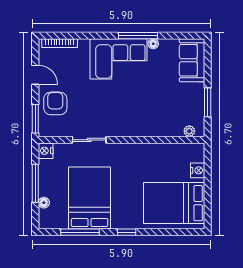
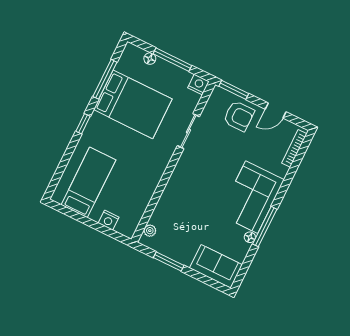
bed: (174, 203) -> (88, 182), width x0.67

